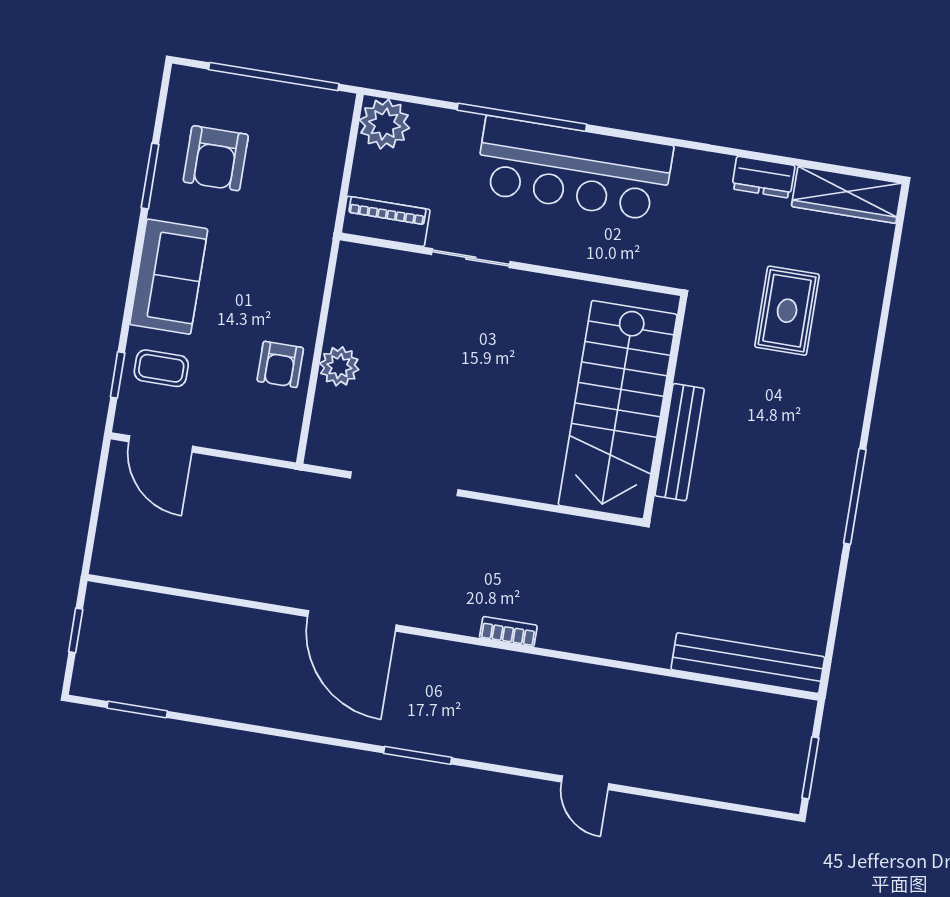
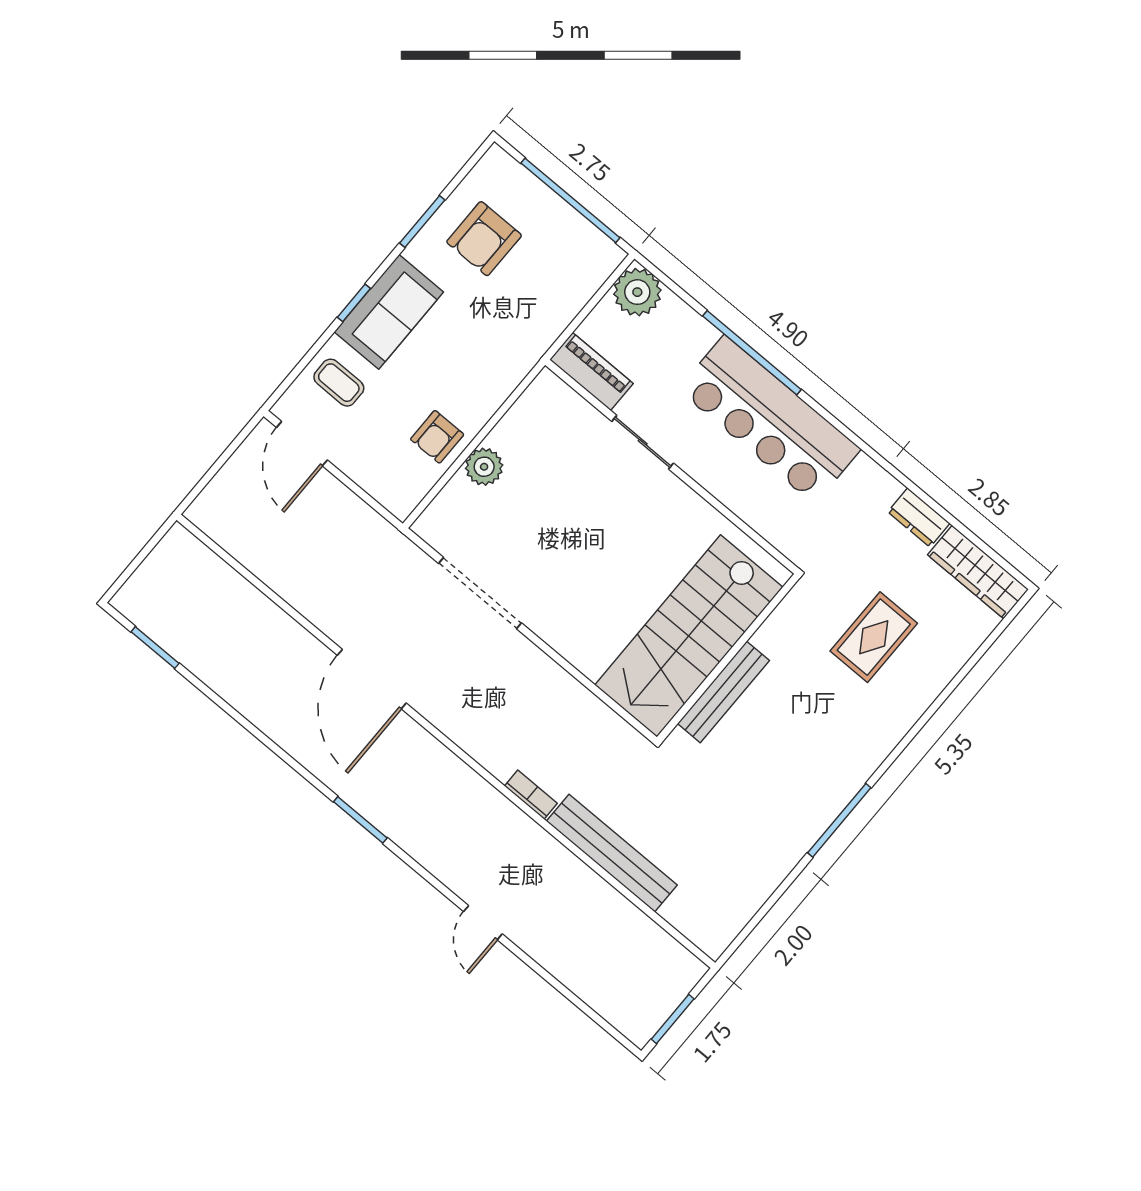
window: (118, 375) -> (354, 303), moved
window: (76, 630) -> (143, 554), removed
bookcase: (508, 632) -> (531, 795), moved
bench: (748, 663) -> (612, 853), moved

